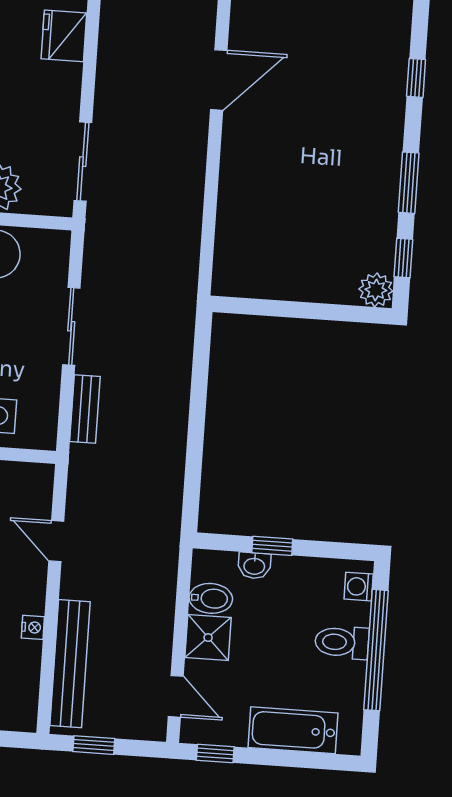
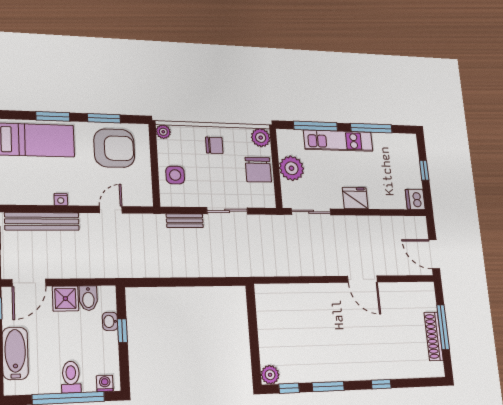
fridge: (64, 36) -> (355, 198), moved
door: (176, 696) -> (29, 283), width x1.38

